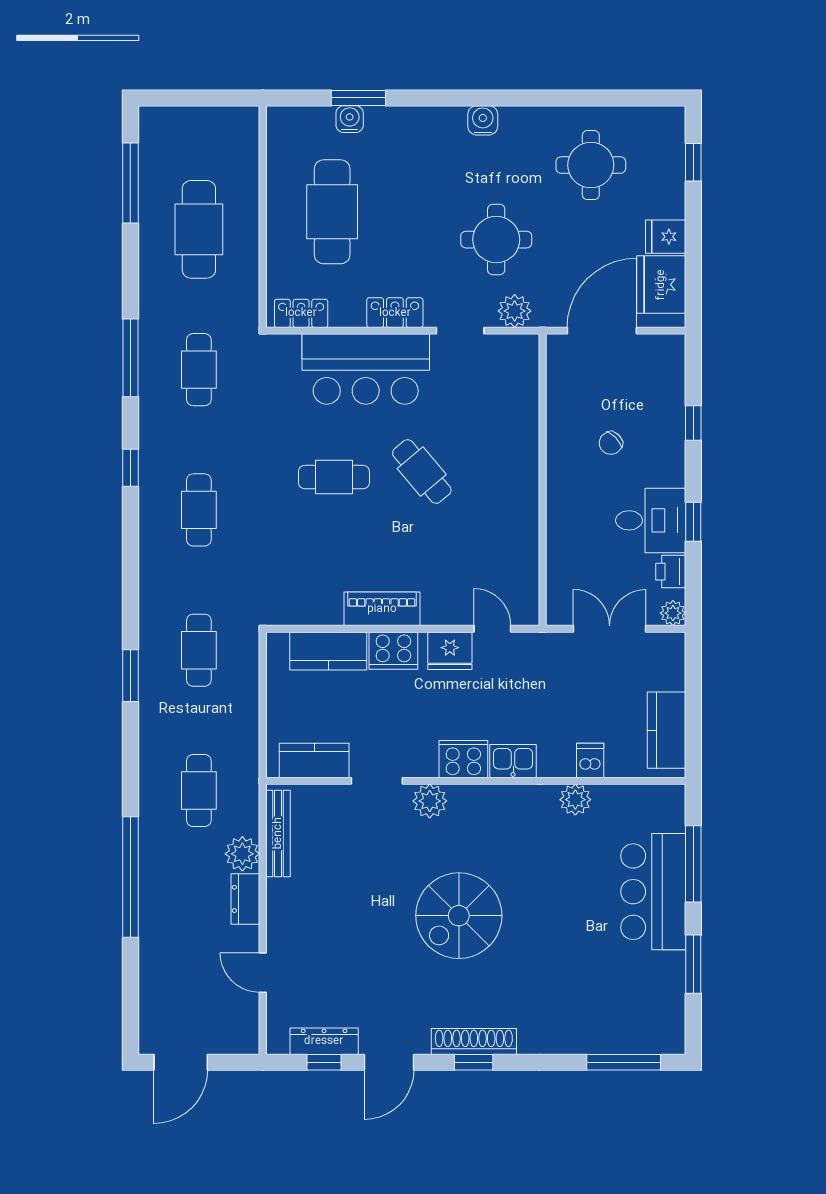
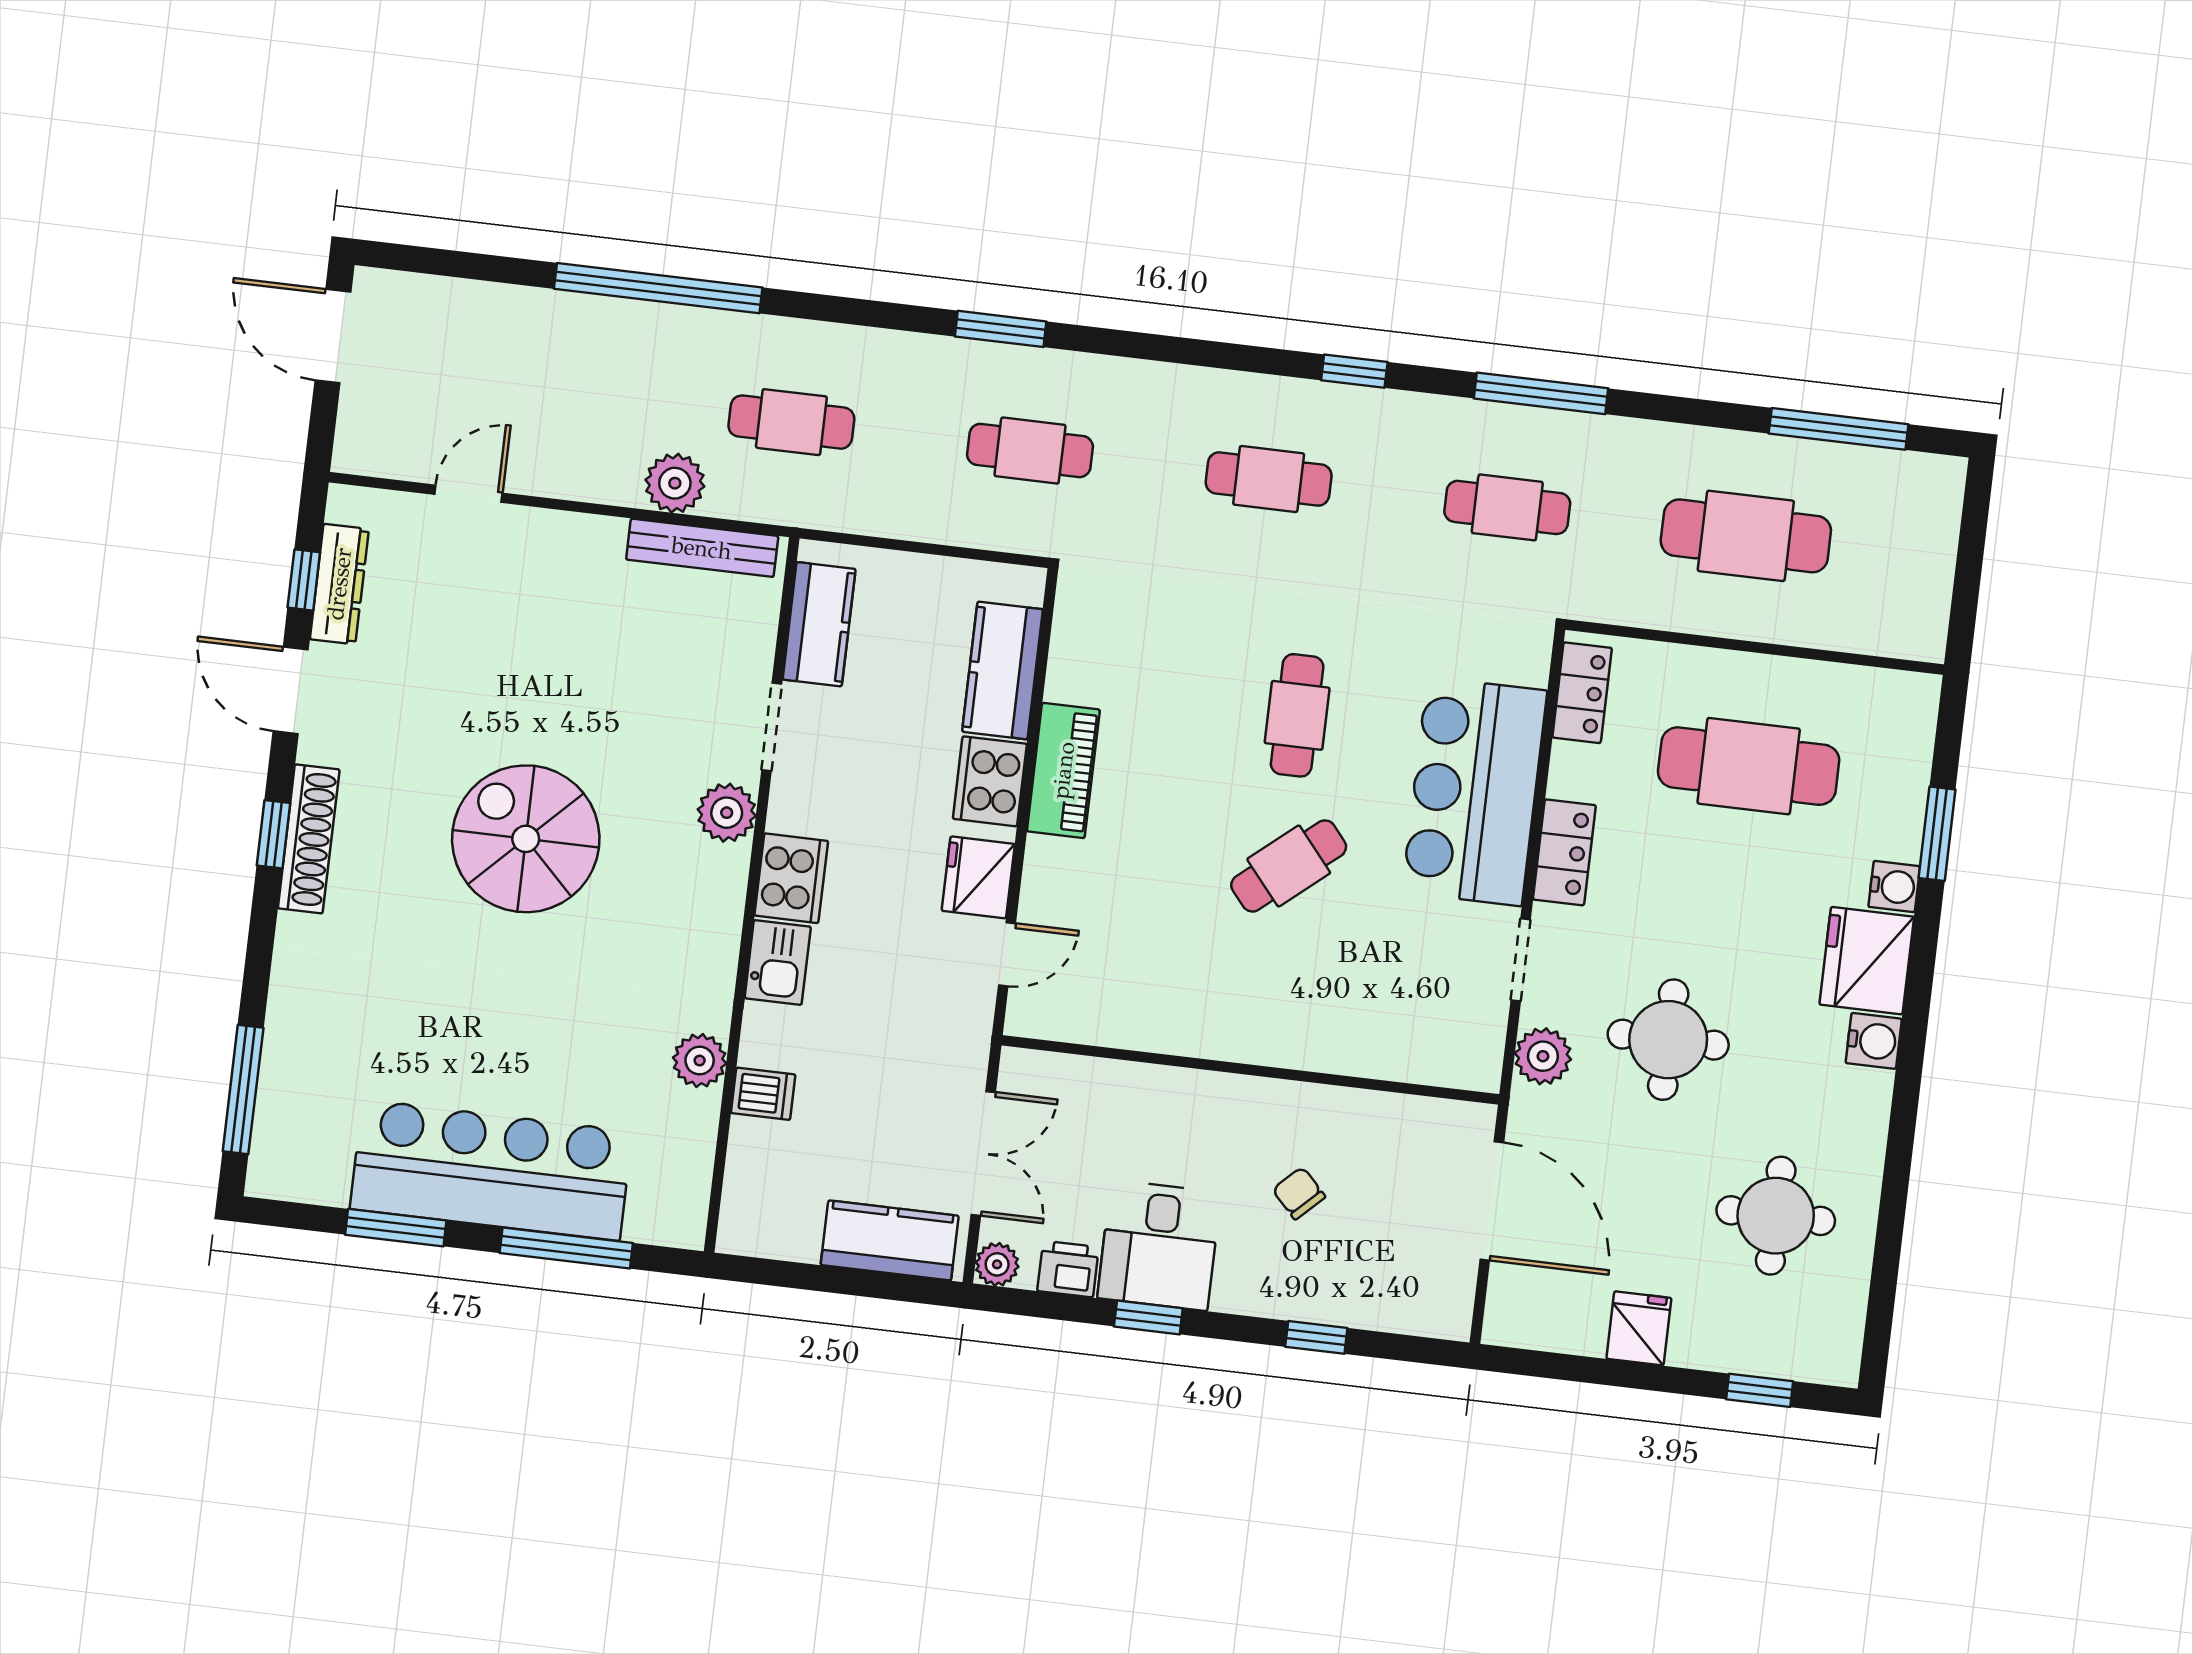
water cooler: (350, 119) -> (1894, 887), moved
fridge: (661, 285) -> (1867, 961), moved, turned -90
kitchen counter: (666, 730) -> (890, 1240), moved
bar counter: (653, 892) -> (491, 1170), width x1.36
dresser: (245, 899) -> (597, 479), removed

